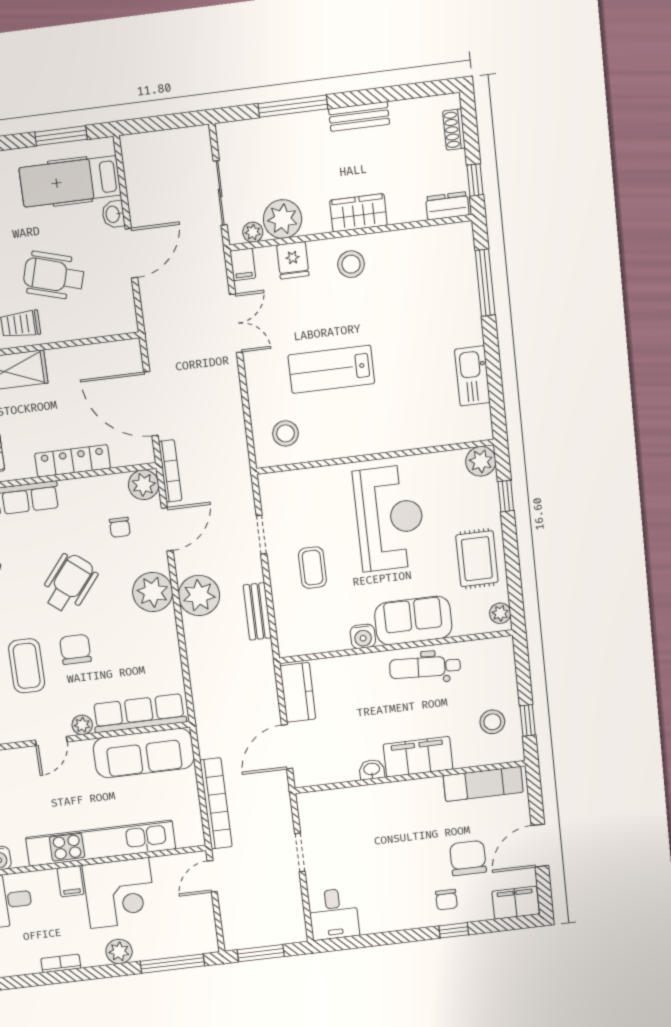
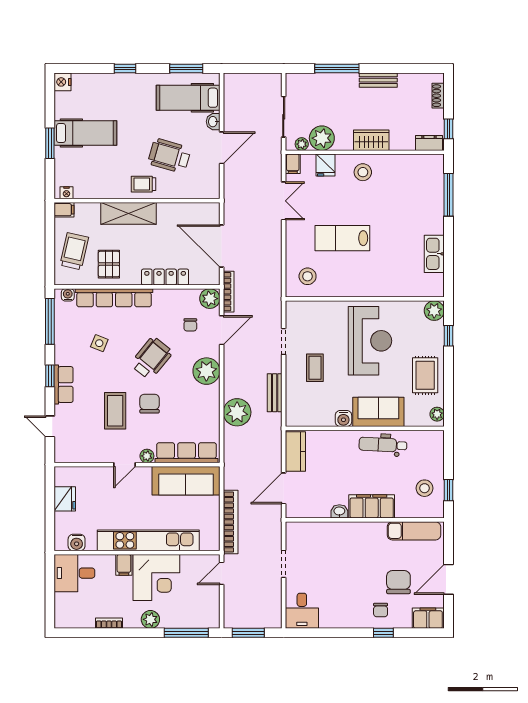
plant: (199, 595) -> (237, 412), moved

